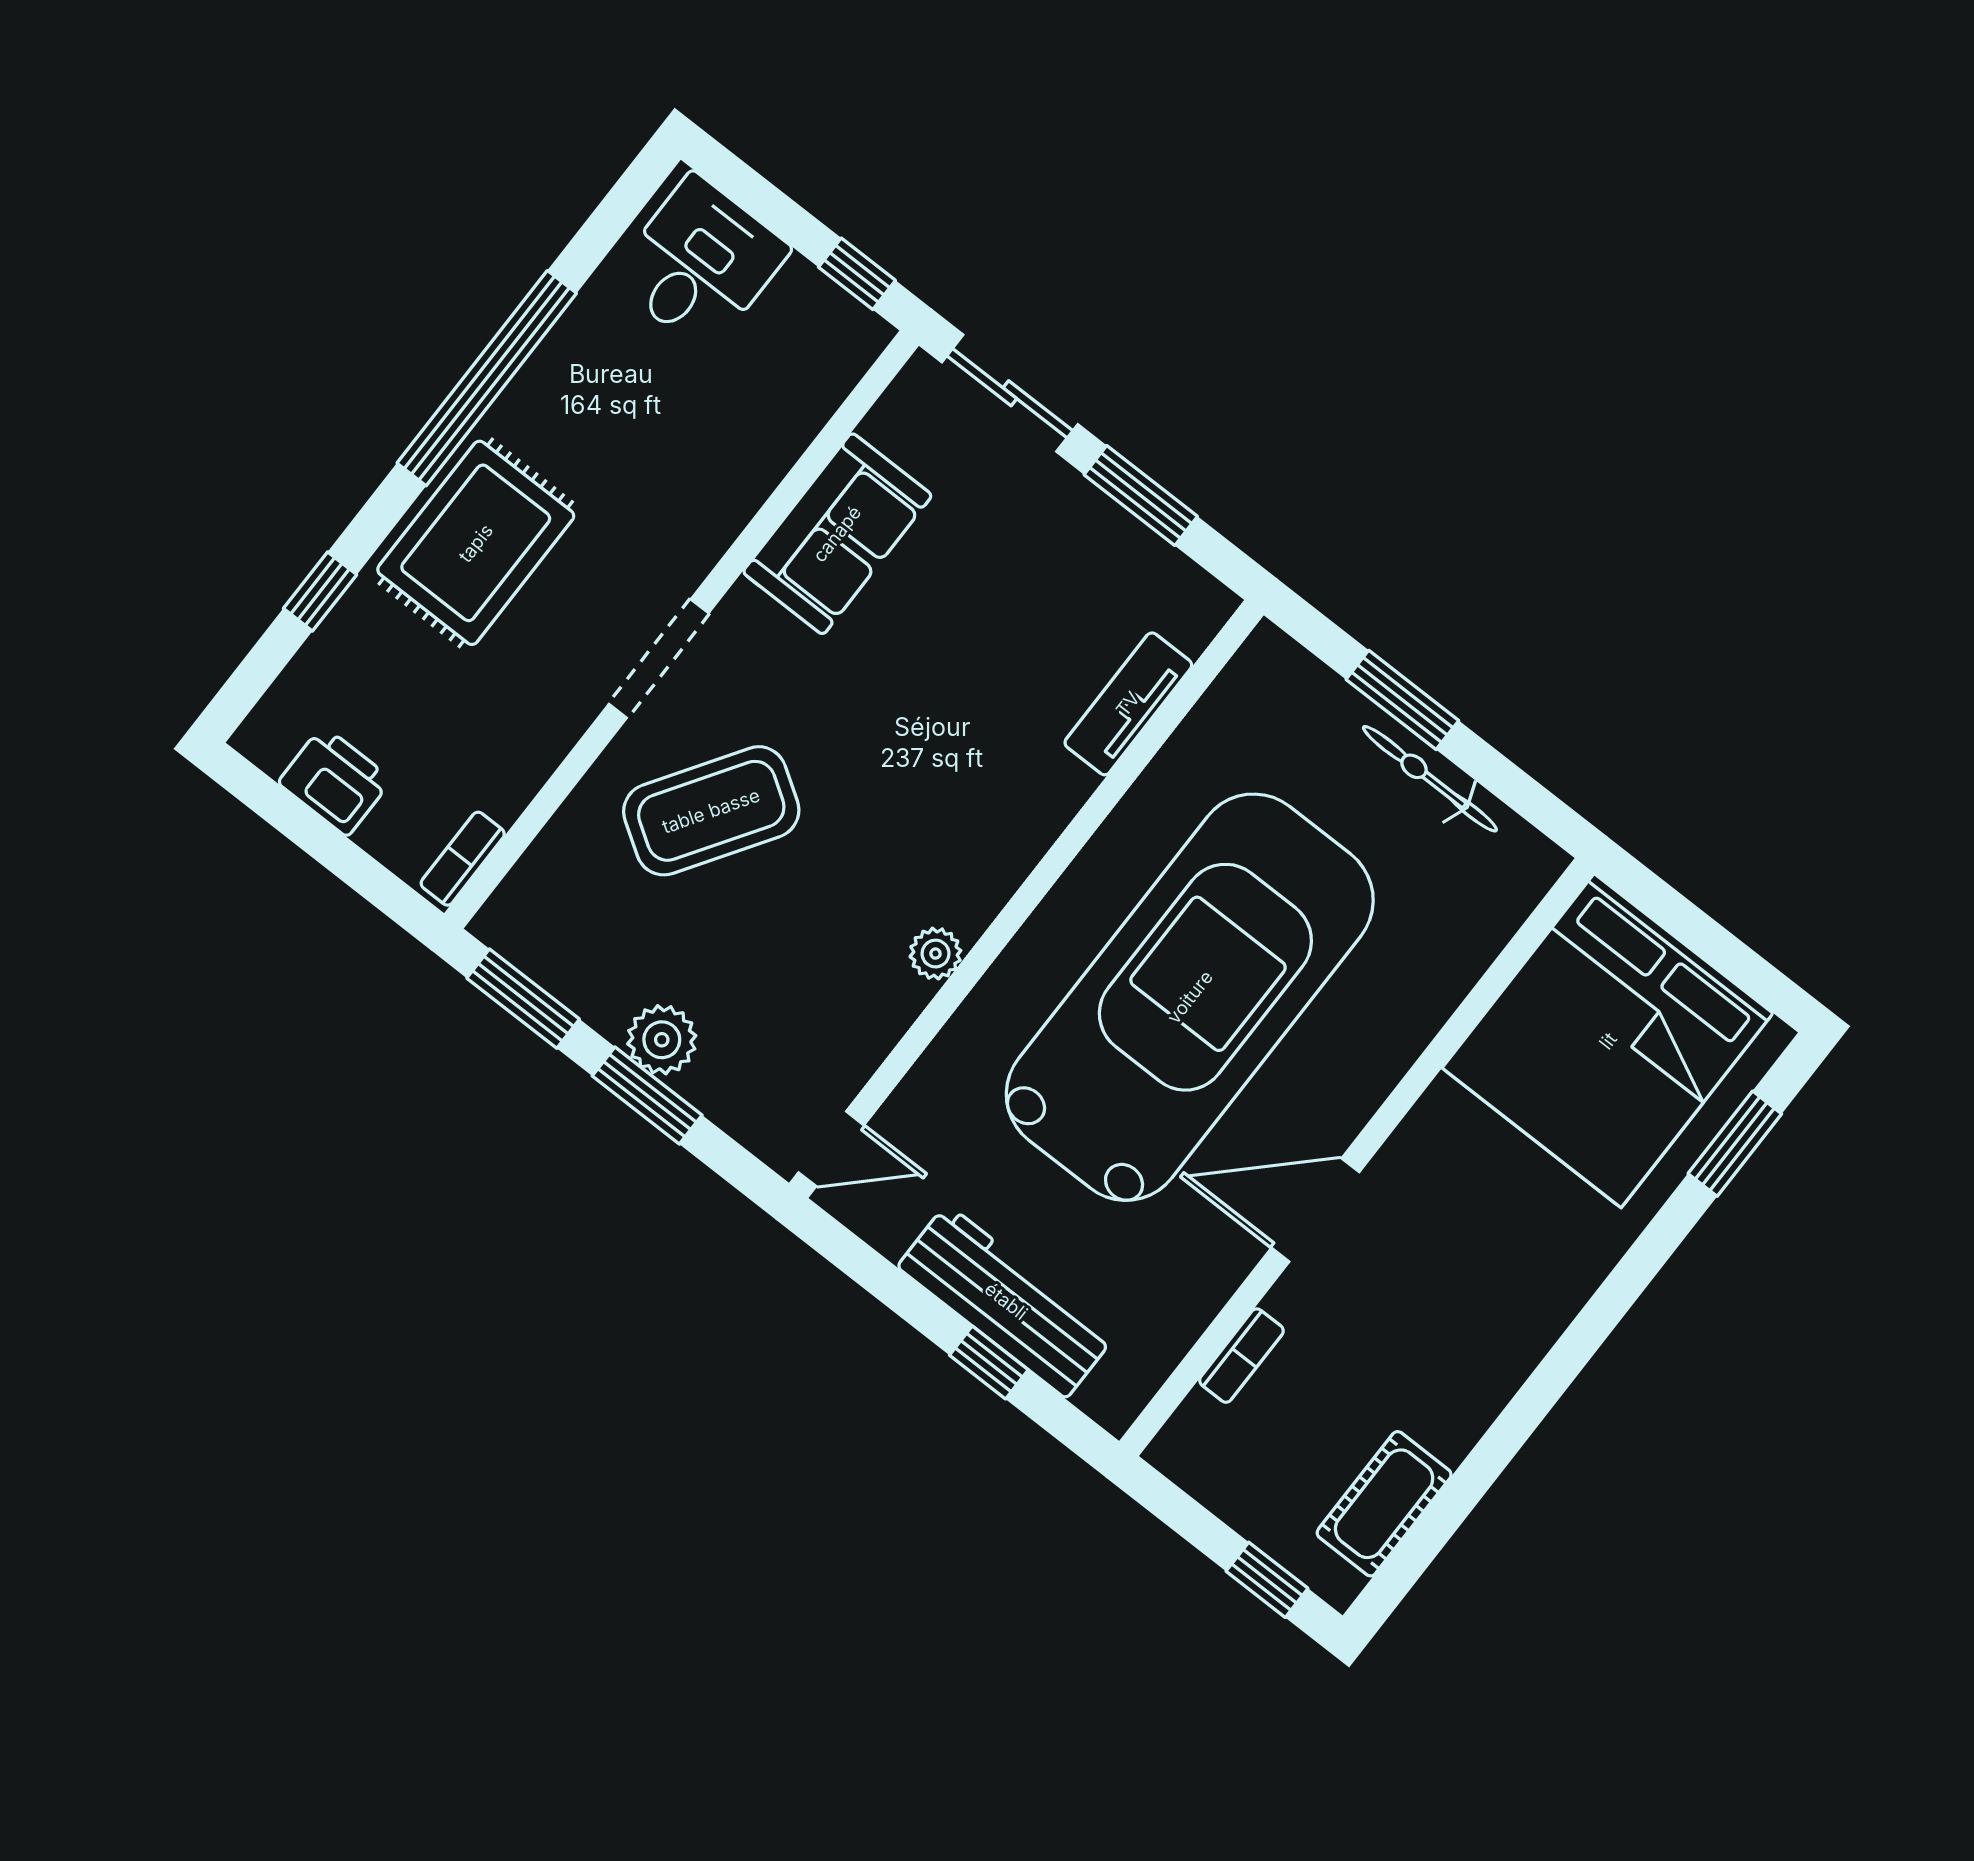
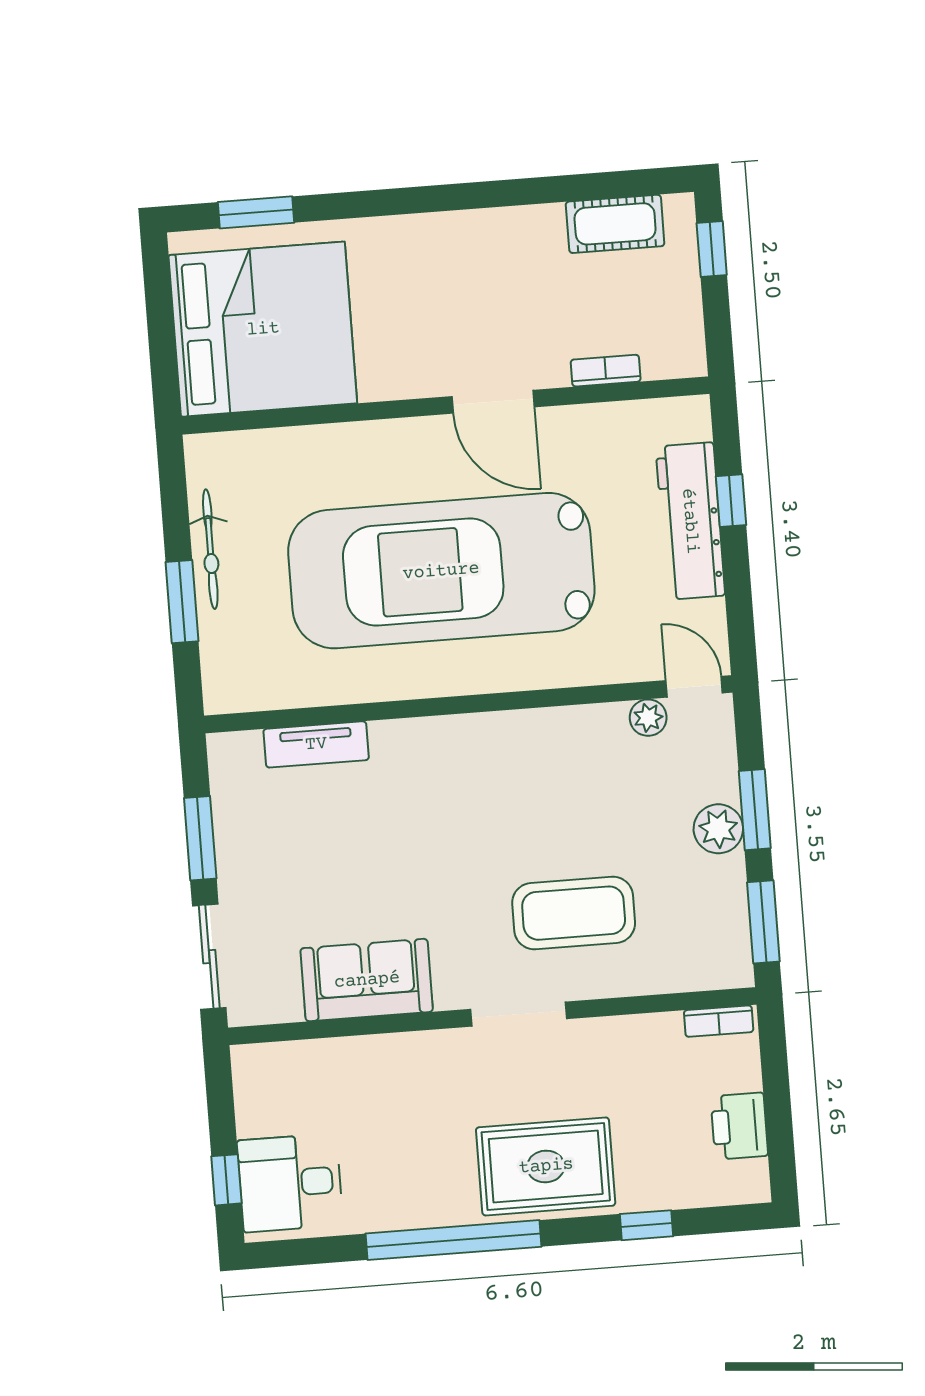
window: (857, 274) -> (226, 1180), moved
coffee table: (711, 811) -> (574, 913), turned -33
plant: (935, 954) -> (648, 718), moved

